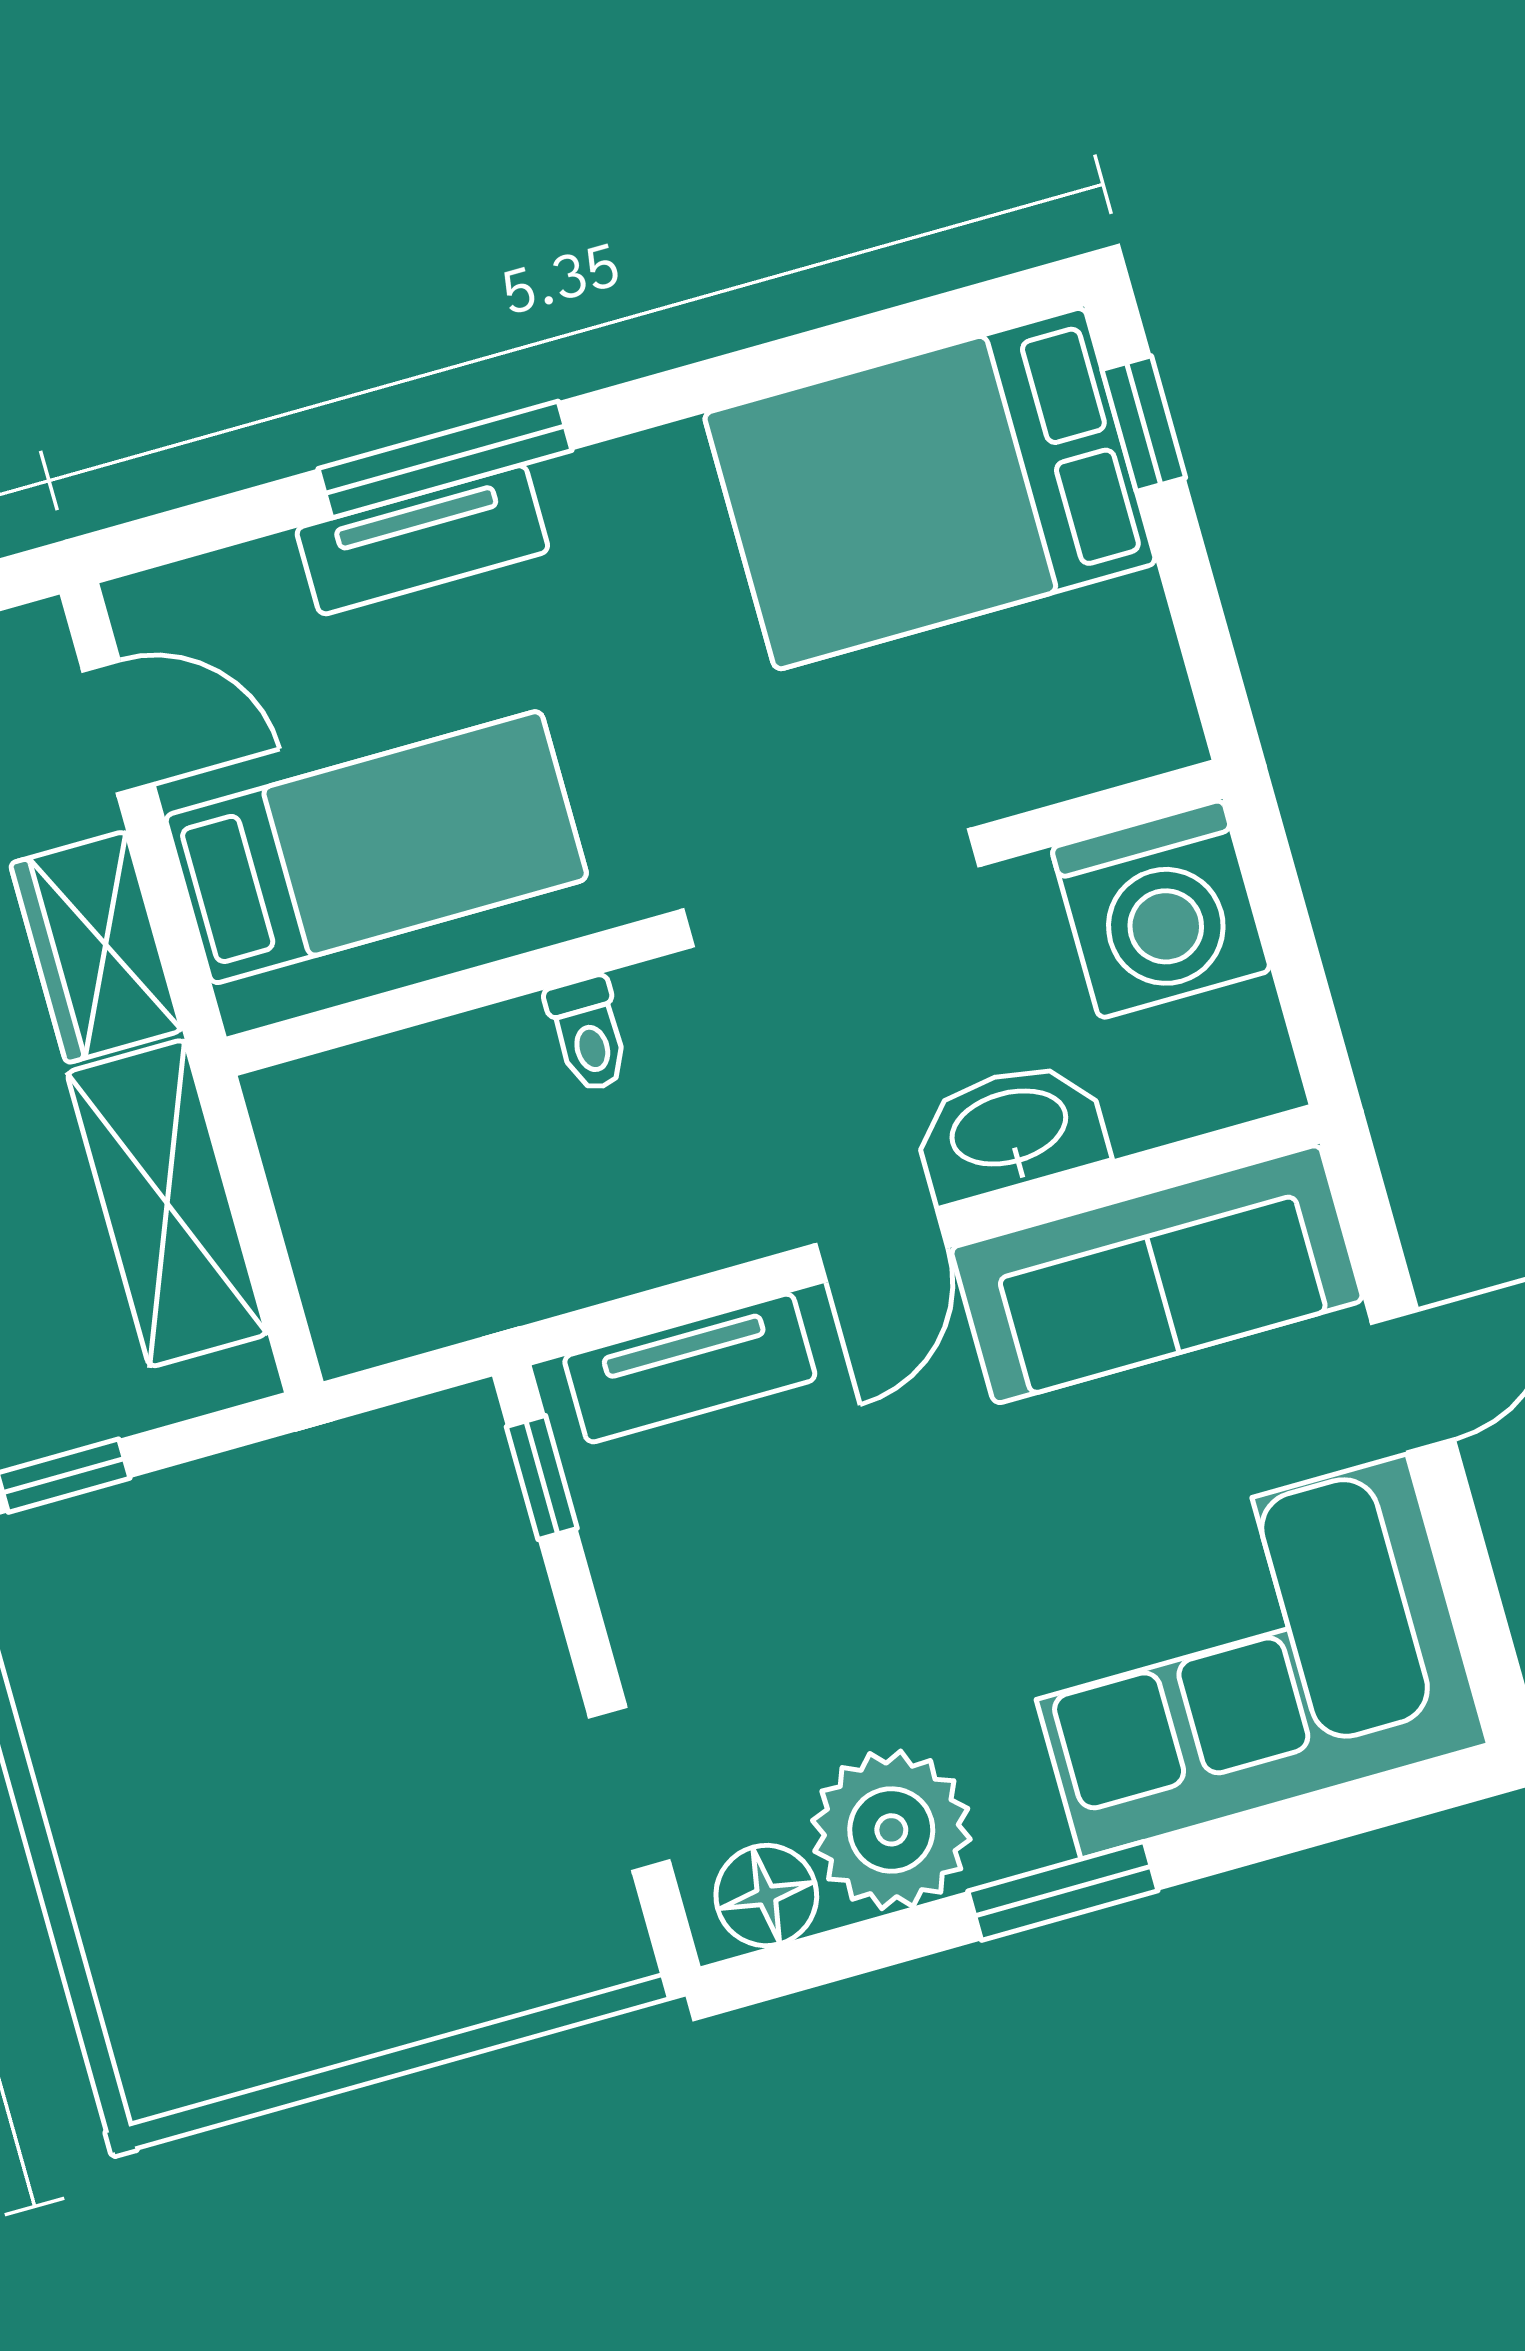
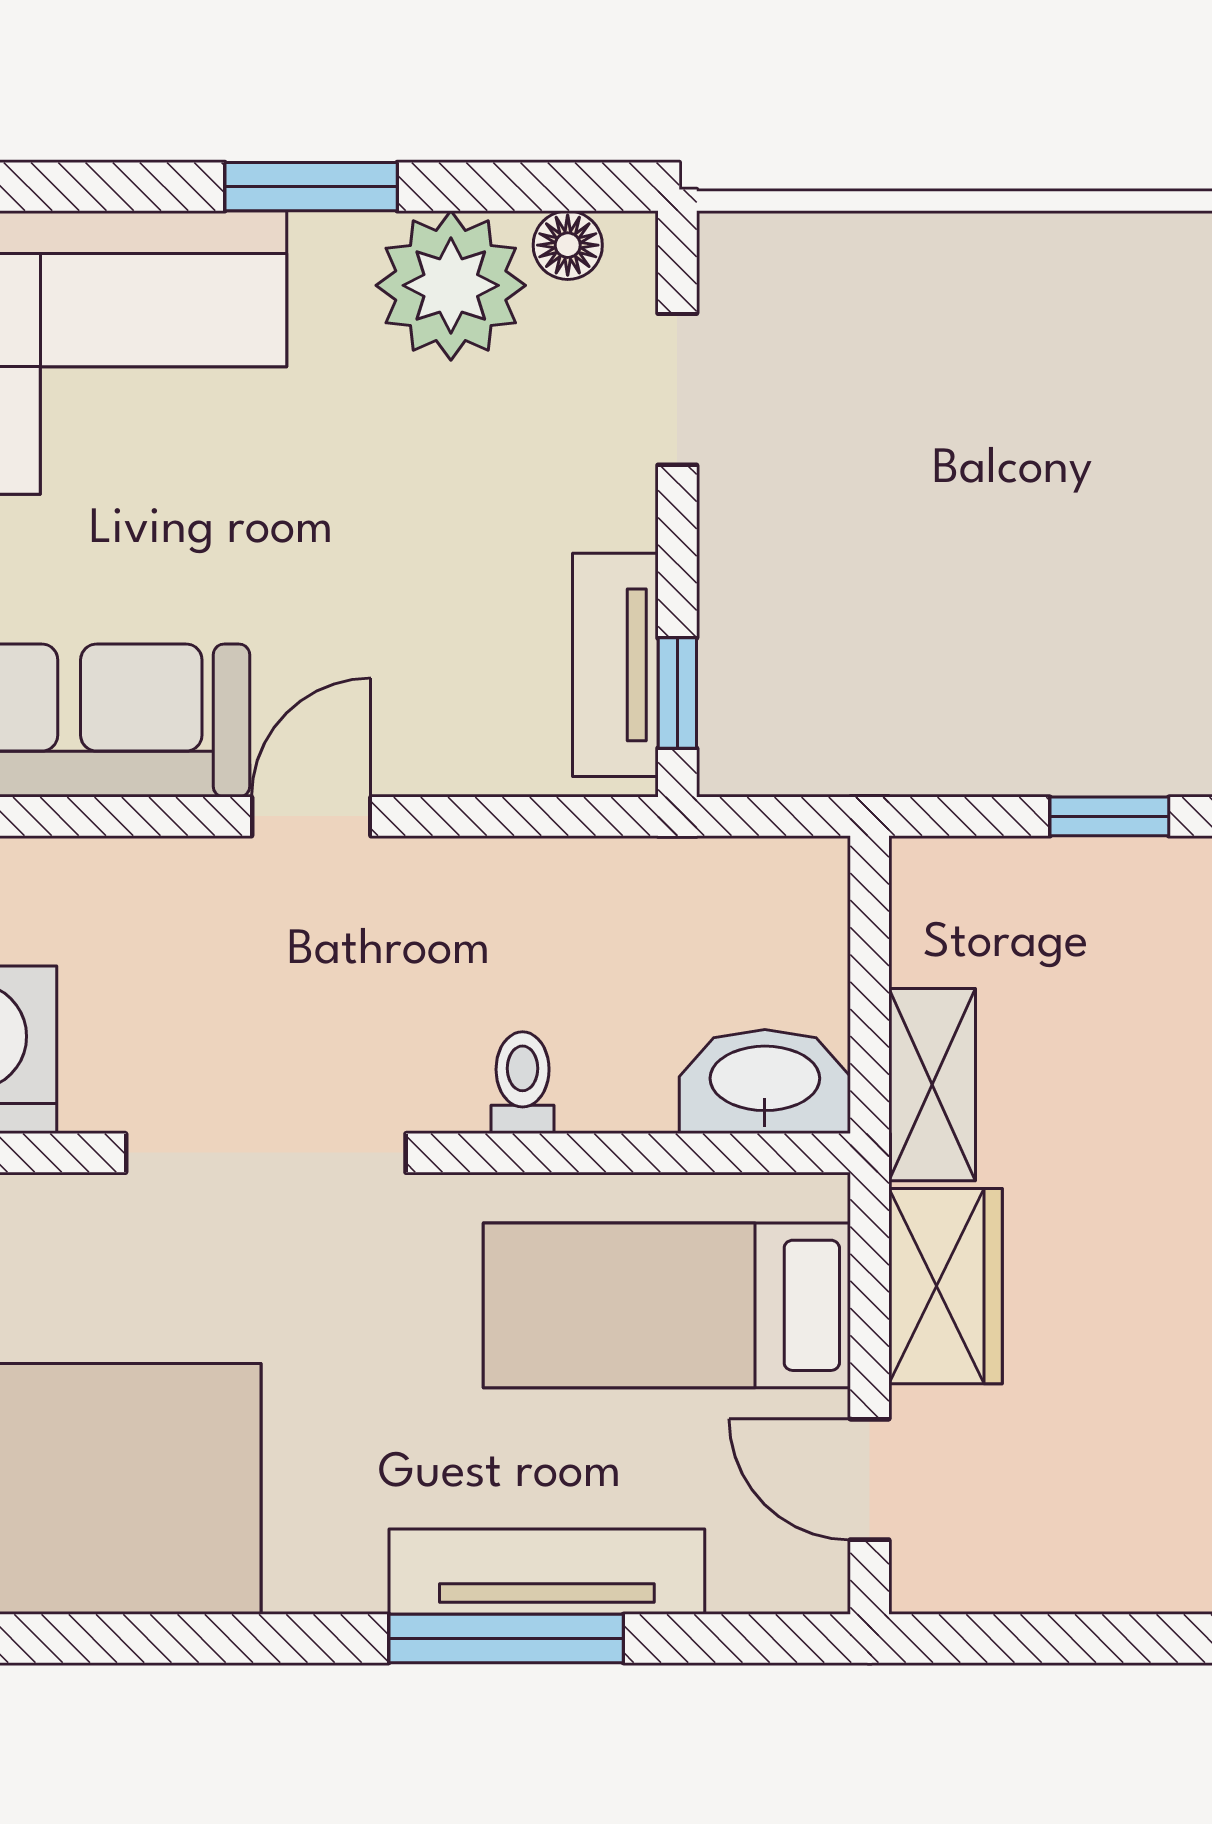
tv unit: (422, 540) -> (547, 1572), width x1.41
washbasin: (1010, 1131) -> (765, 1082), moved, turned 180
shelving: (167, 1203) -> (932, 1085), width x0.67, depth x0.75
tv unit: (690, 1368) -> (615, 665), moved, turned -90
floor lamp: (766, 1896) -> (568, 245), width x0.73, depth x0.73

